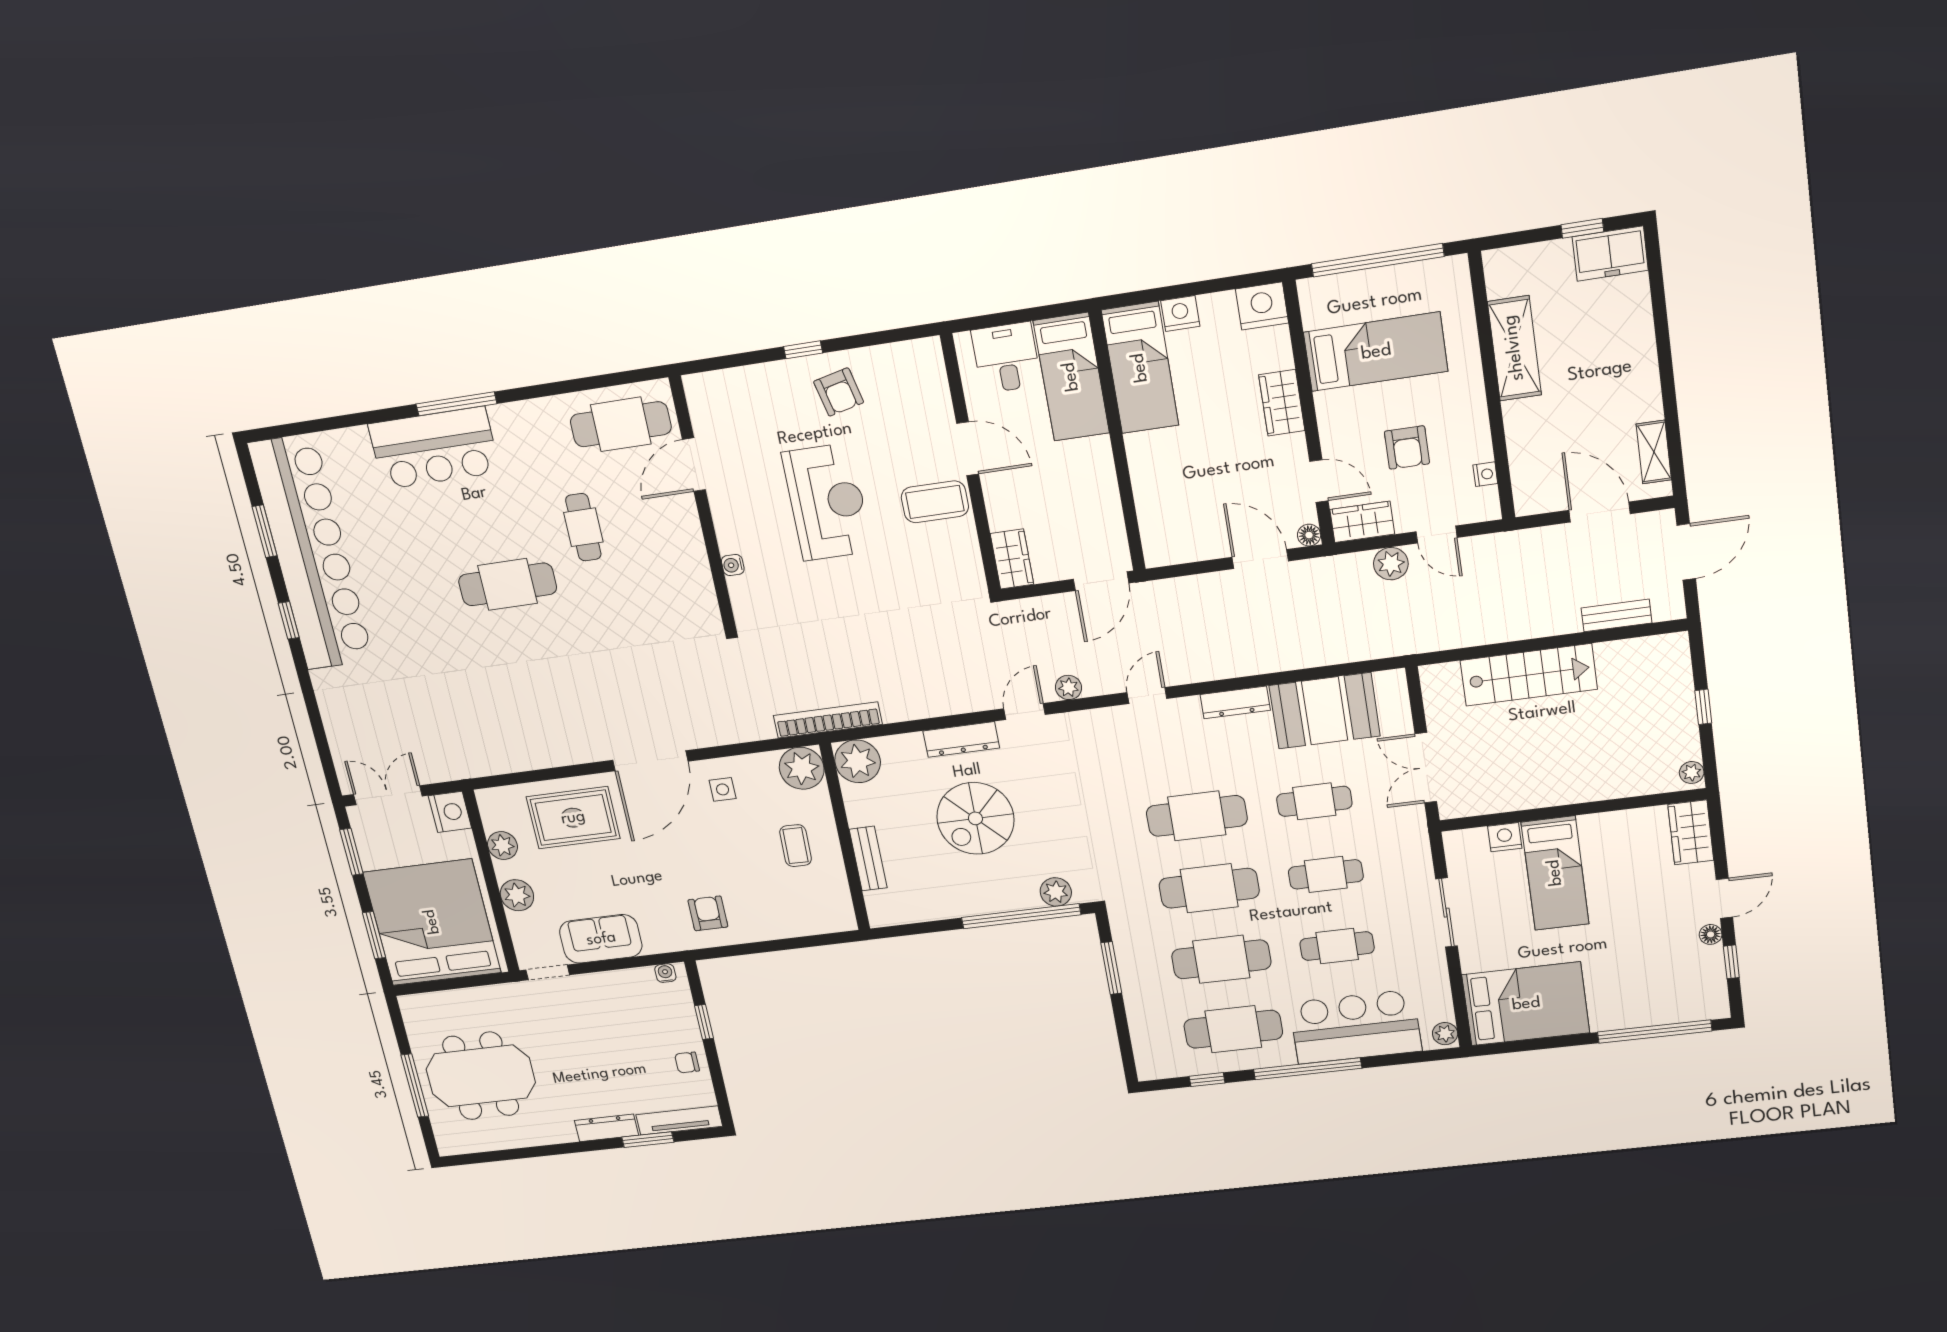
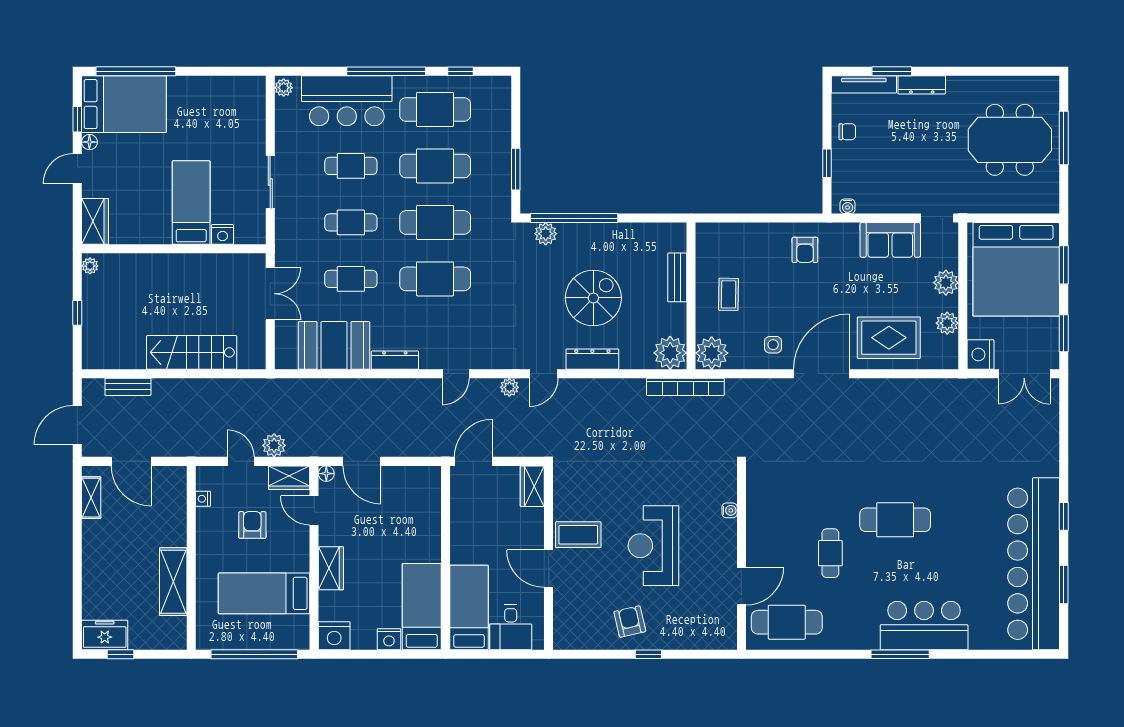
bed: (1526, 1004) -> (124, 104), moved, turned 180

